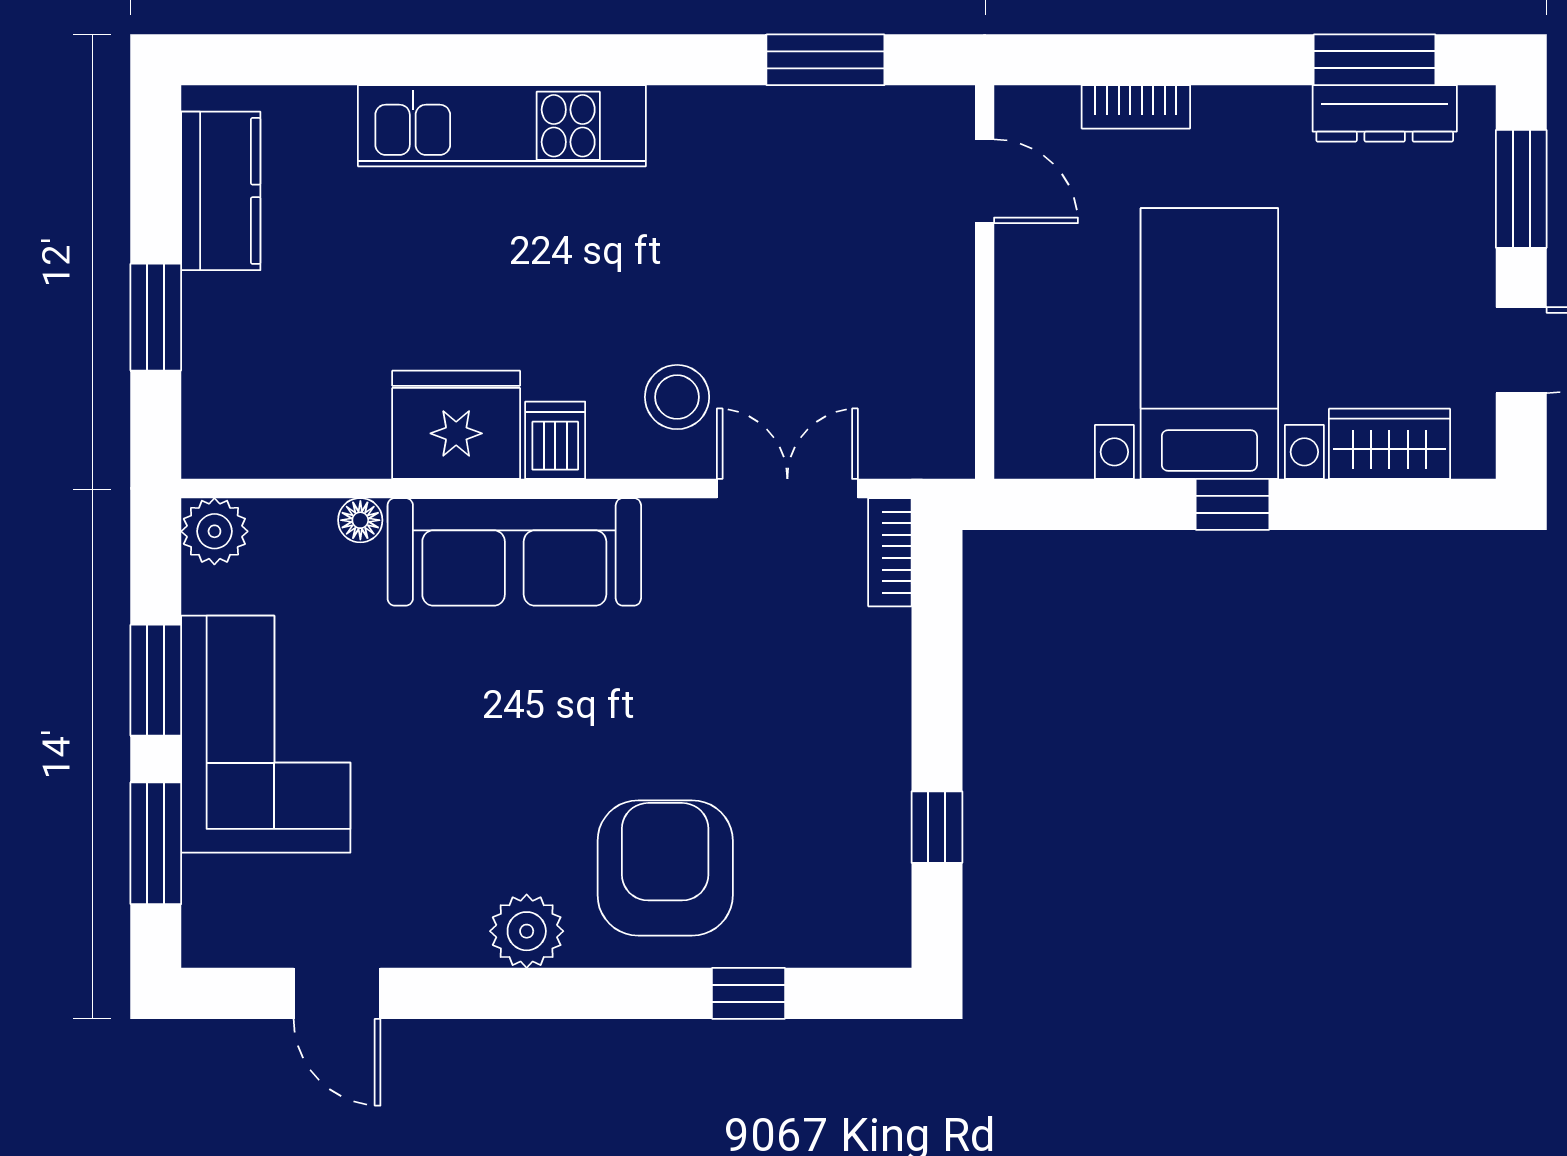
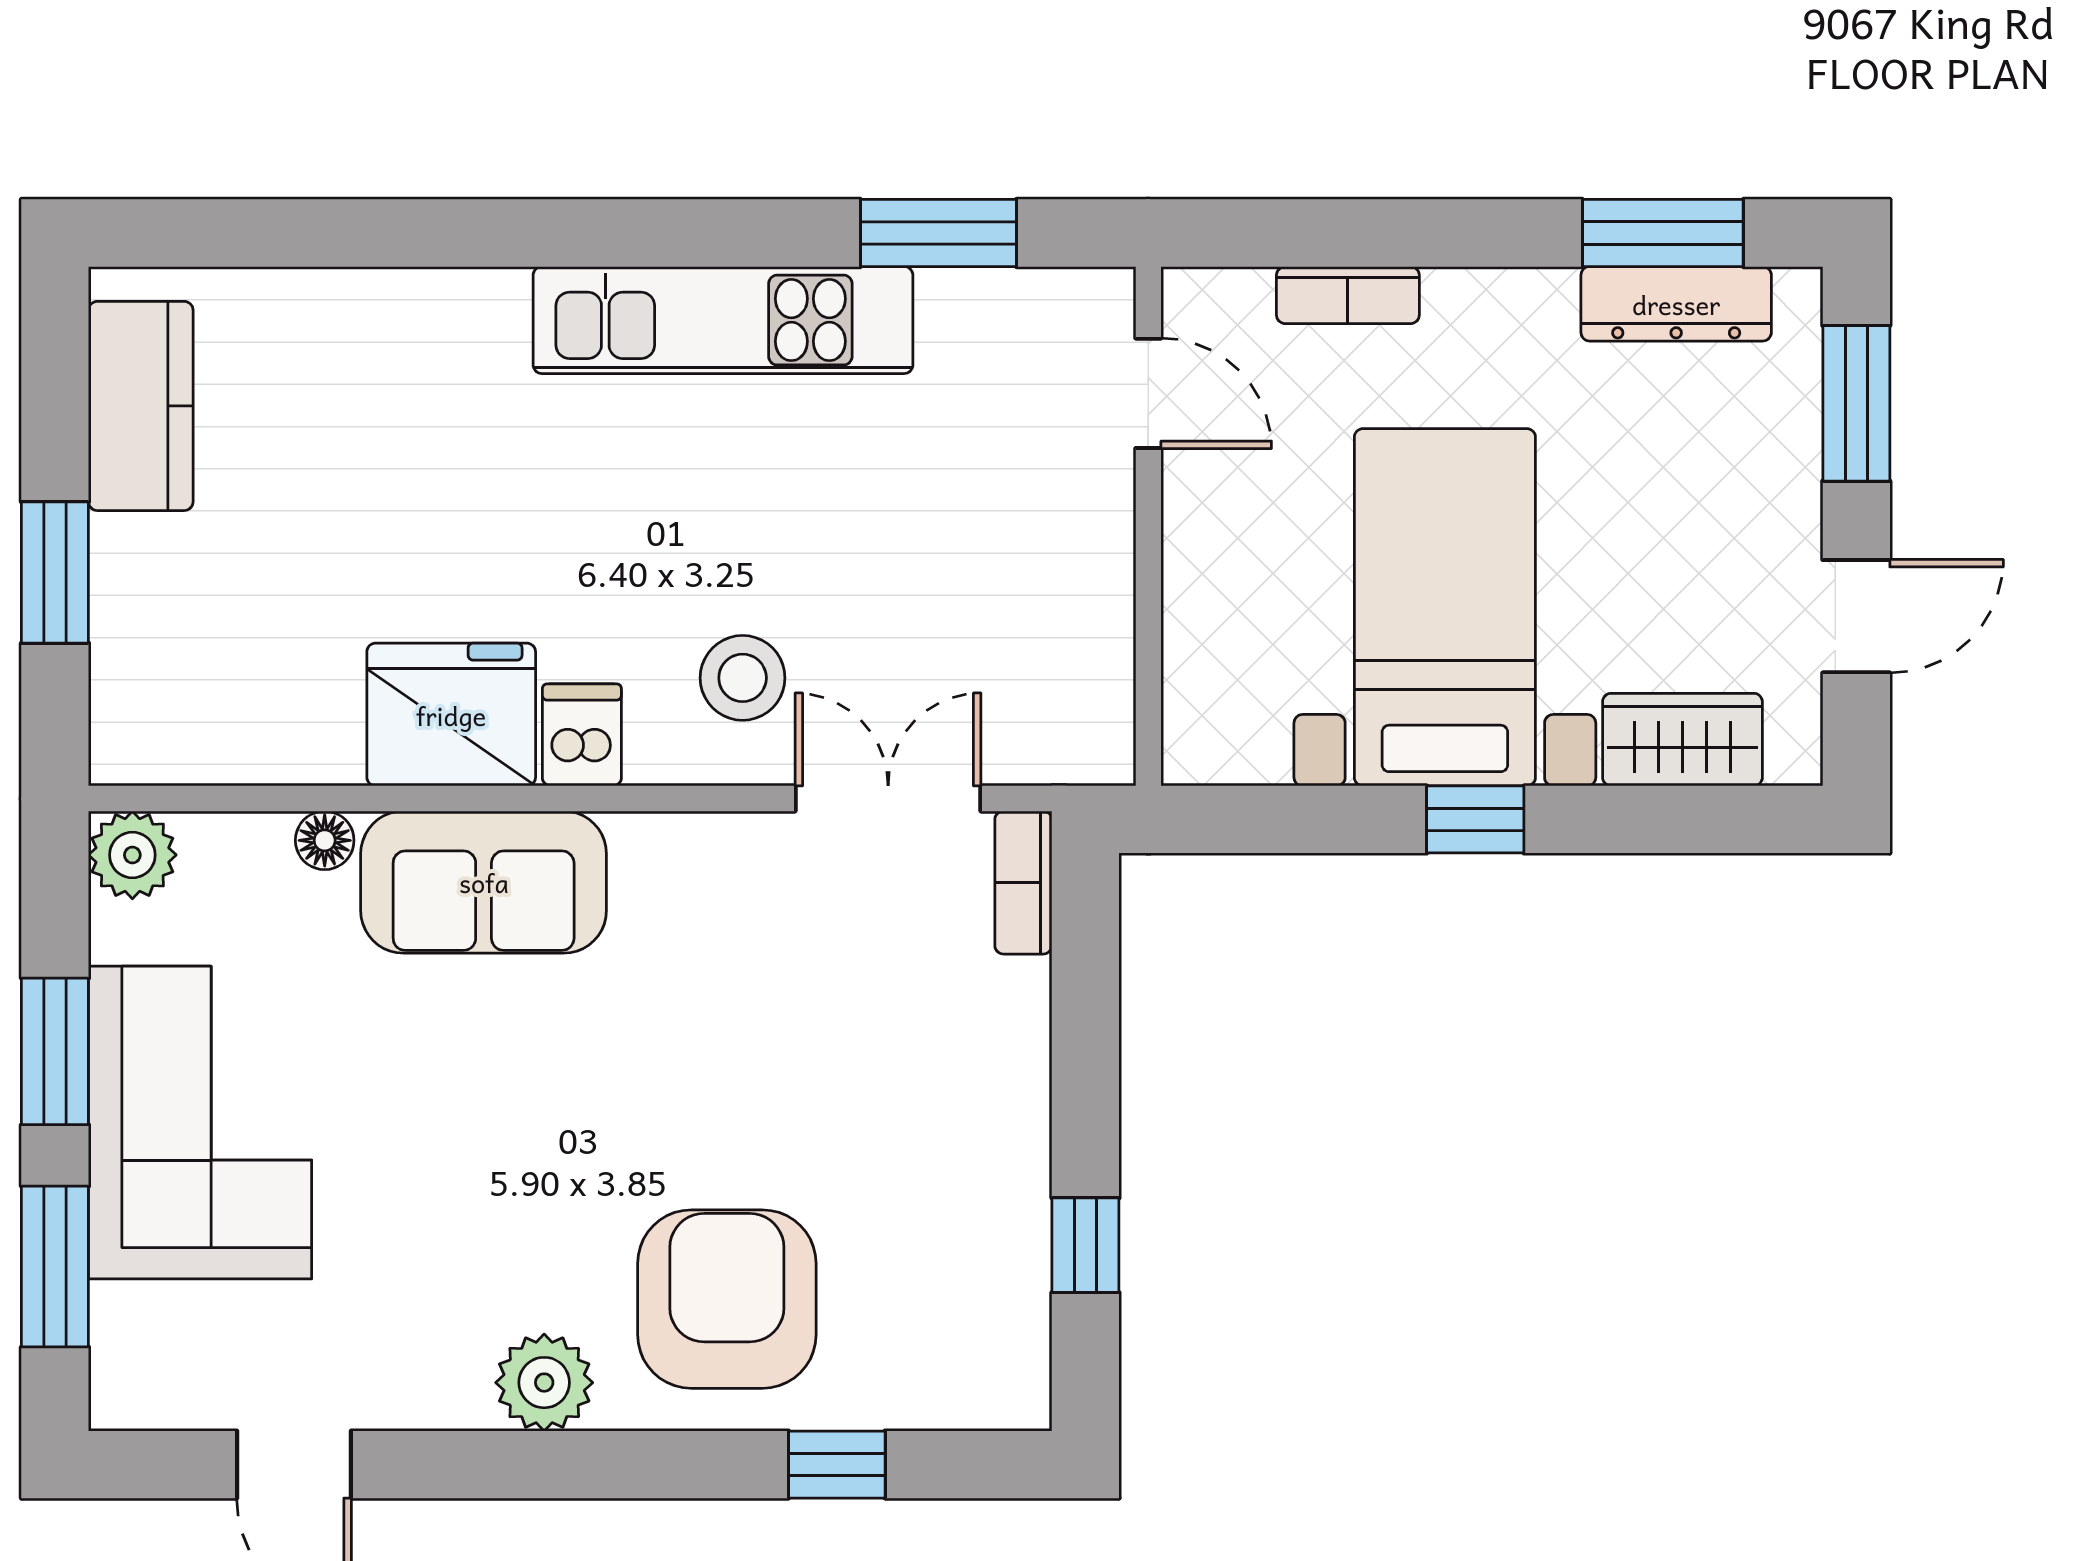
kitchen unit: (502, 126) -> (723, 320), moved
sofa: (514, 552) -> (484, 882), width x0.73

